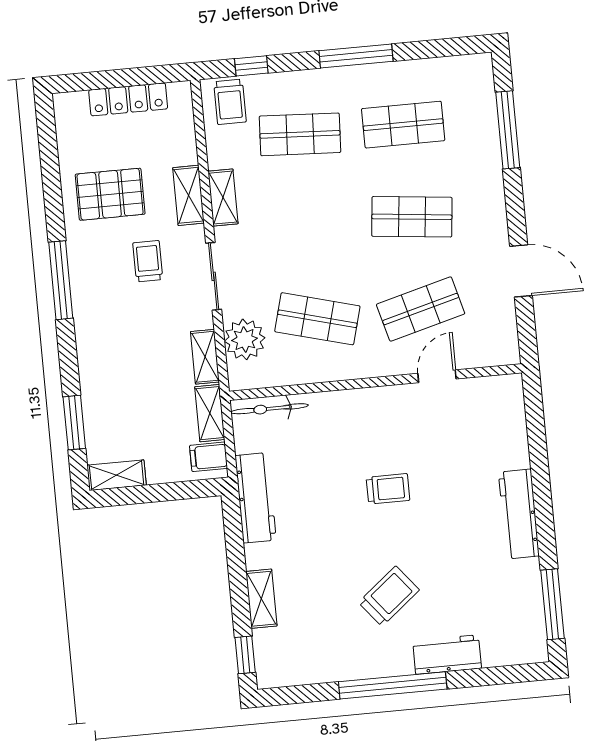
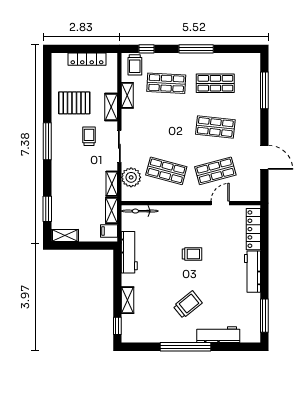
shelving: (223, 198) -> (127, 95), moved
locker: (512, 424) -> (253, 229), added
workbench: (447, 655) -> (218, 335), width x1.38

